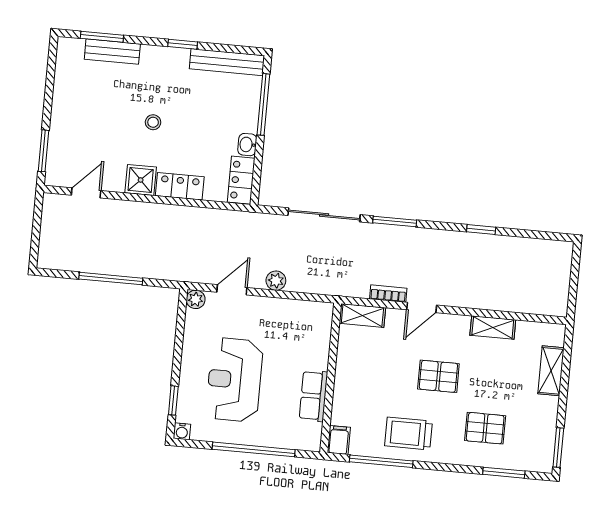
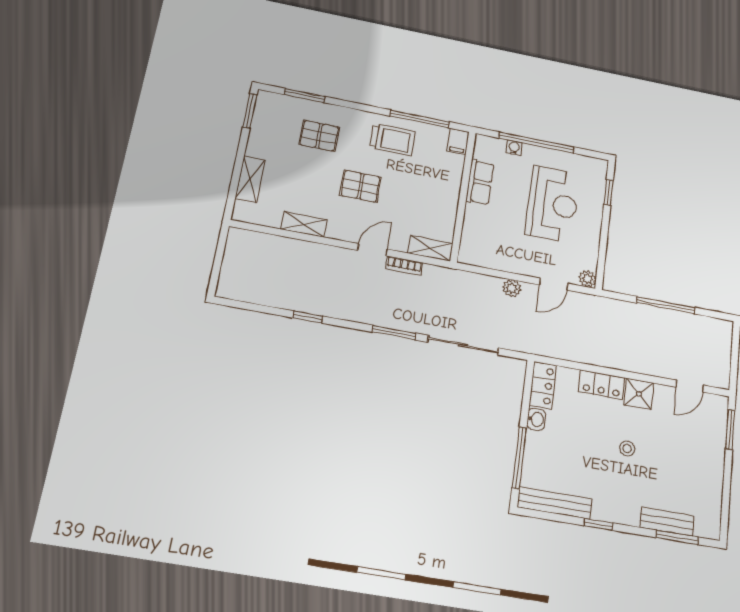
water cooler: (182, 431) -> (514, 148), moved

